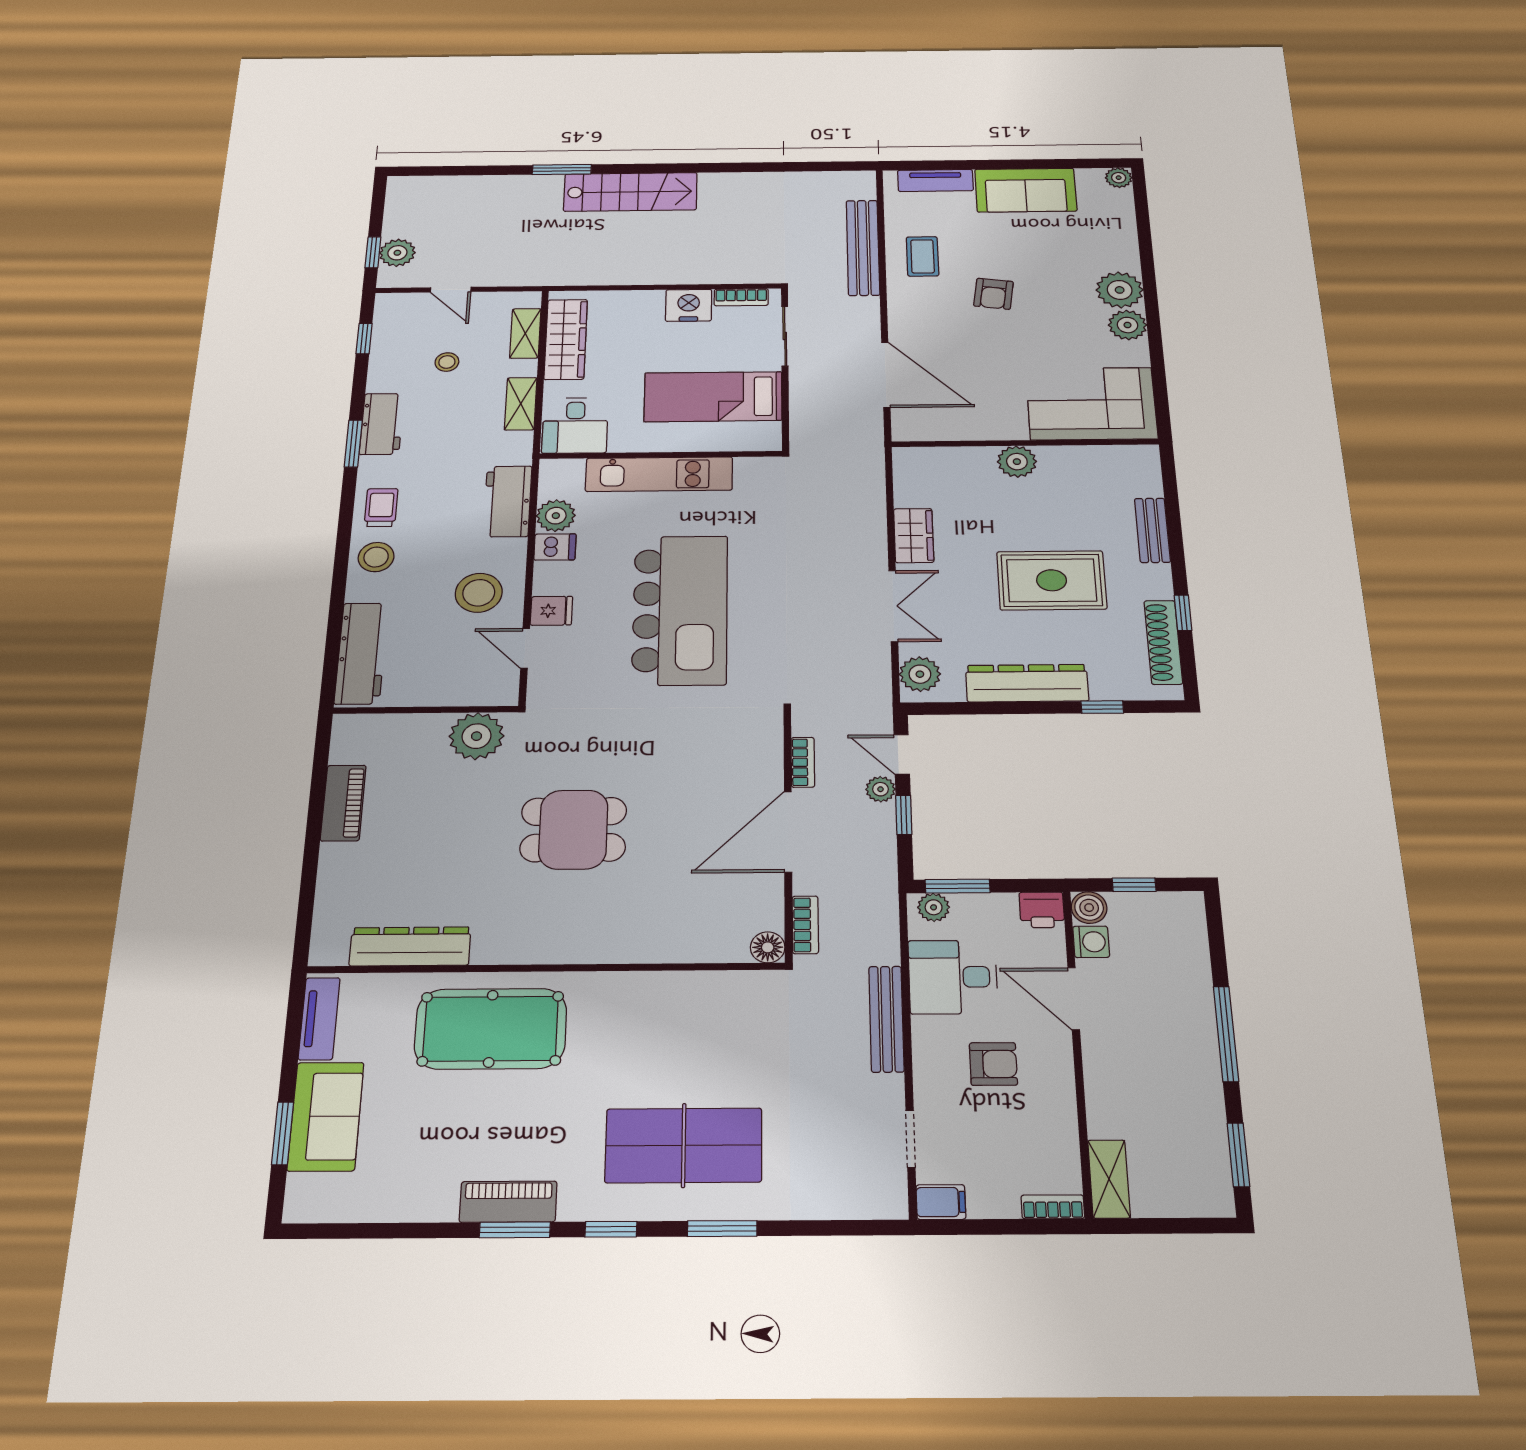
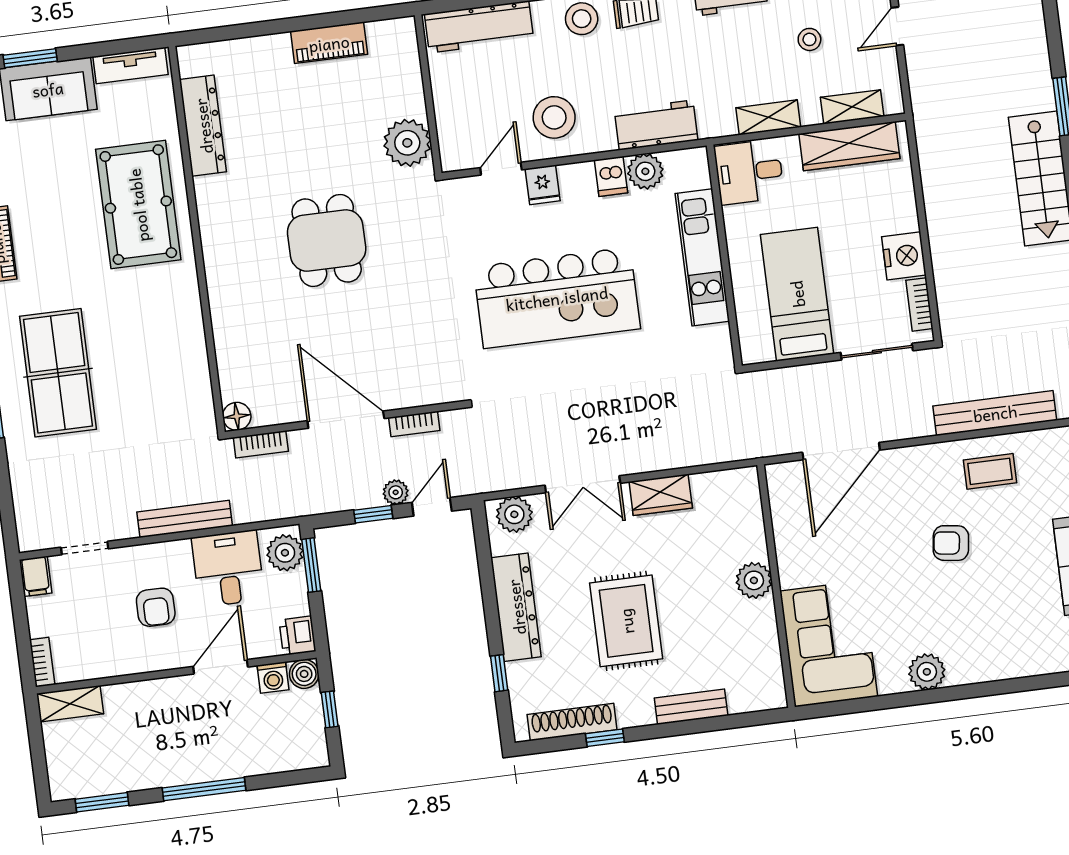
plant: (1120, 290) -> (969, 662), removed
plant: (934, 907) -> (285, 553), width x1.38, depth x1.38

